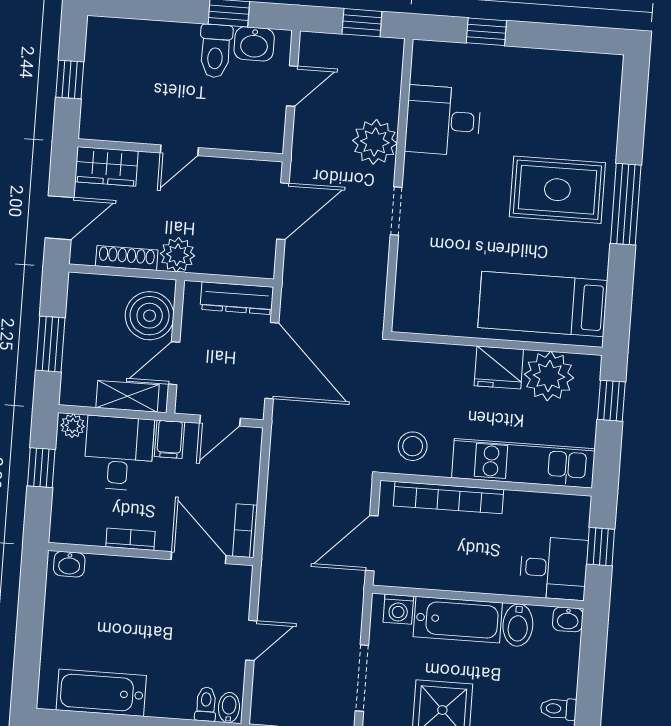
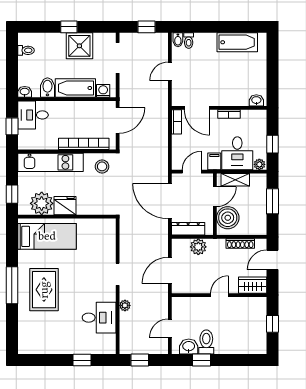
plant: (375, 142) -> (125, 305), width x0.53, depth x0.53
rug: (557, 190) -> (44, 290), turned 90
plant: (177, 255) -> (198, 247), moved

